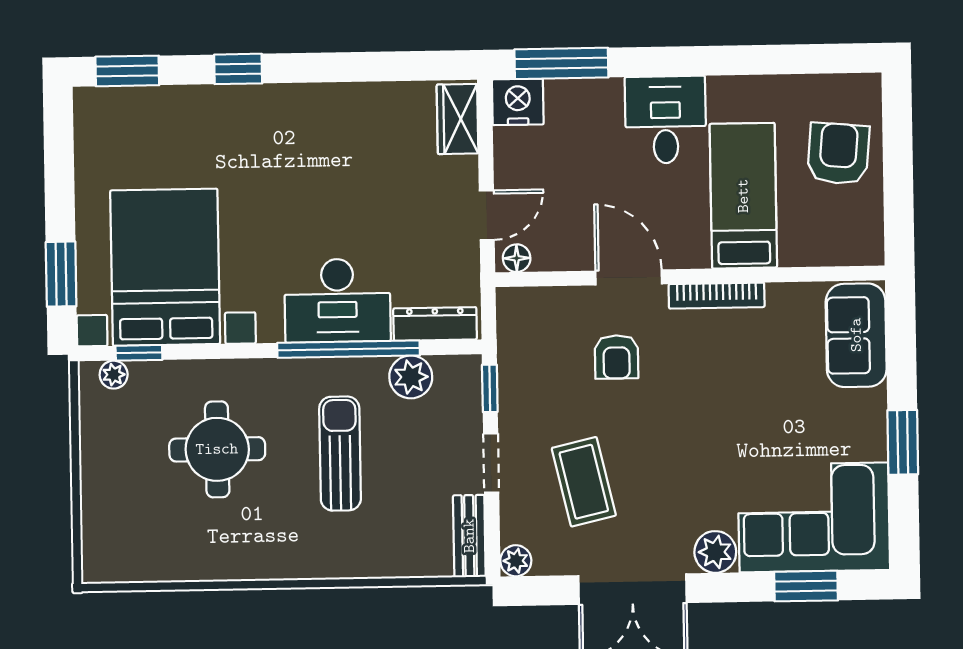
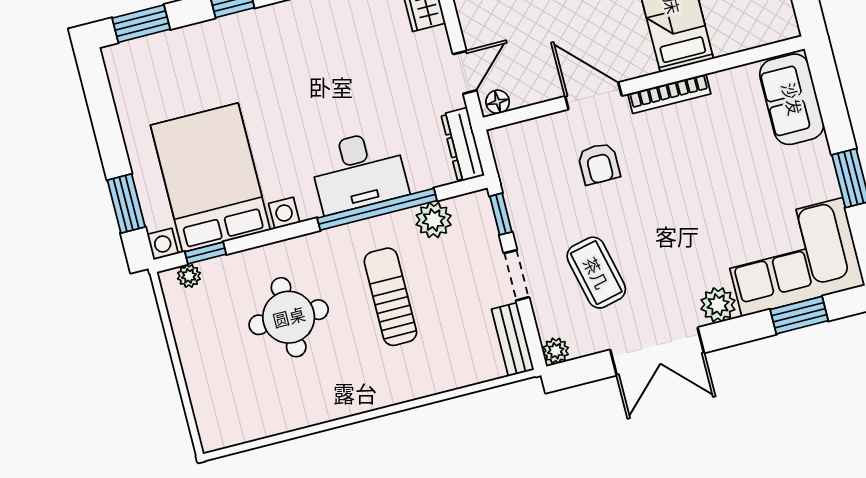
dresser: (435, 324) -> (463, 145), moved, turned -90

